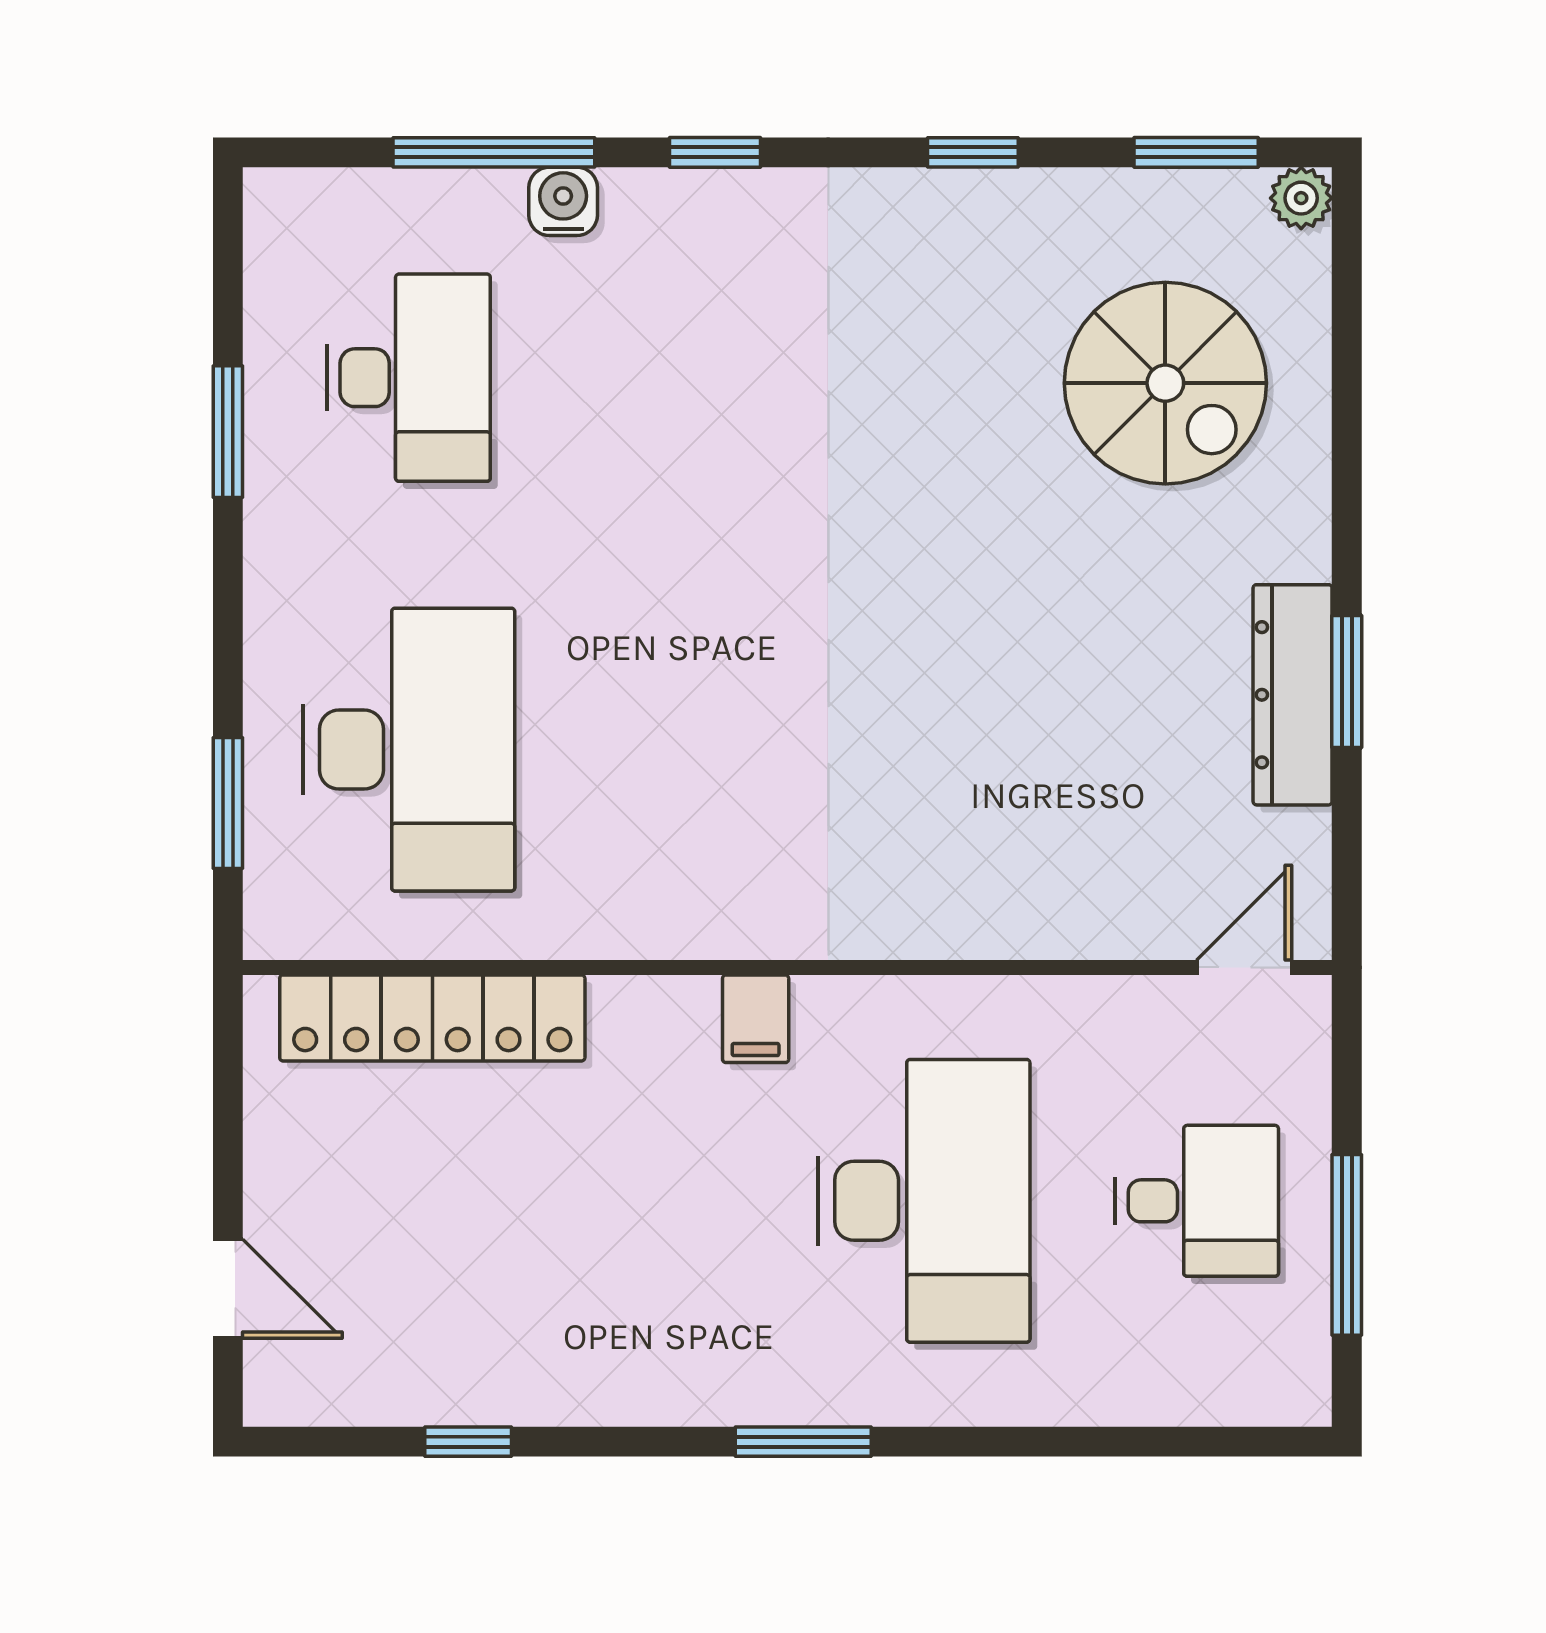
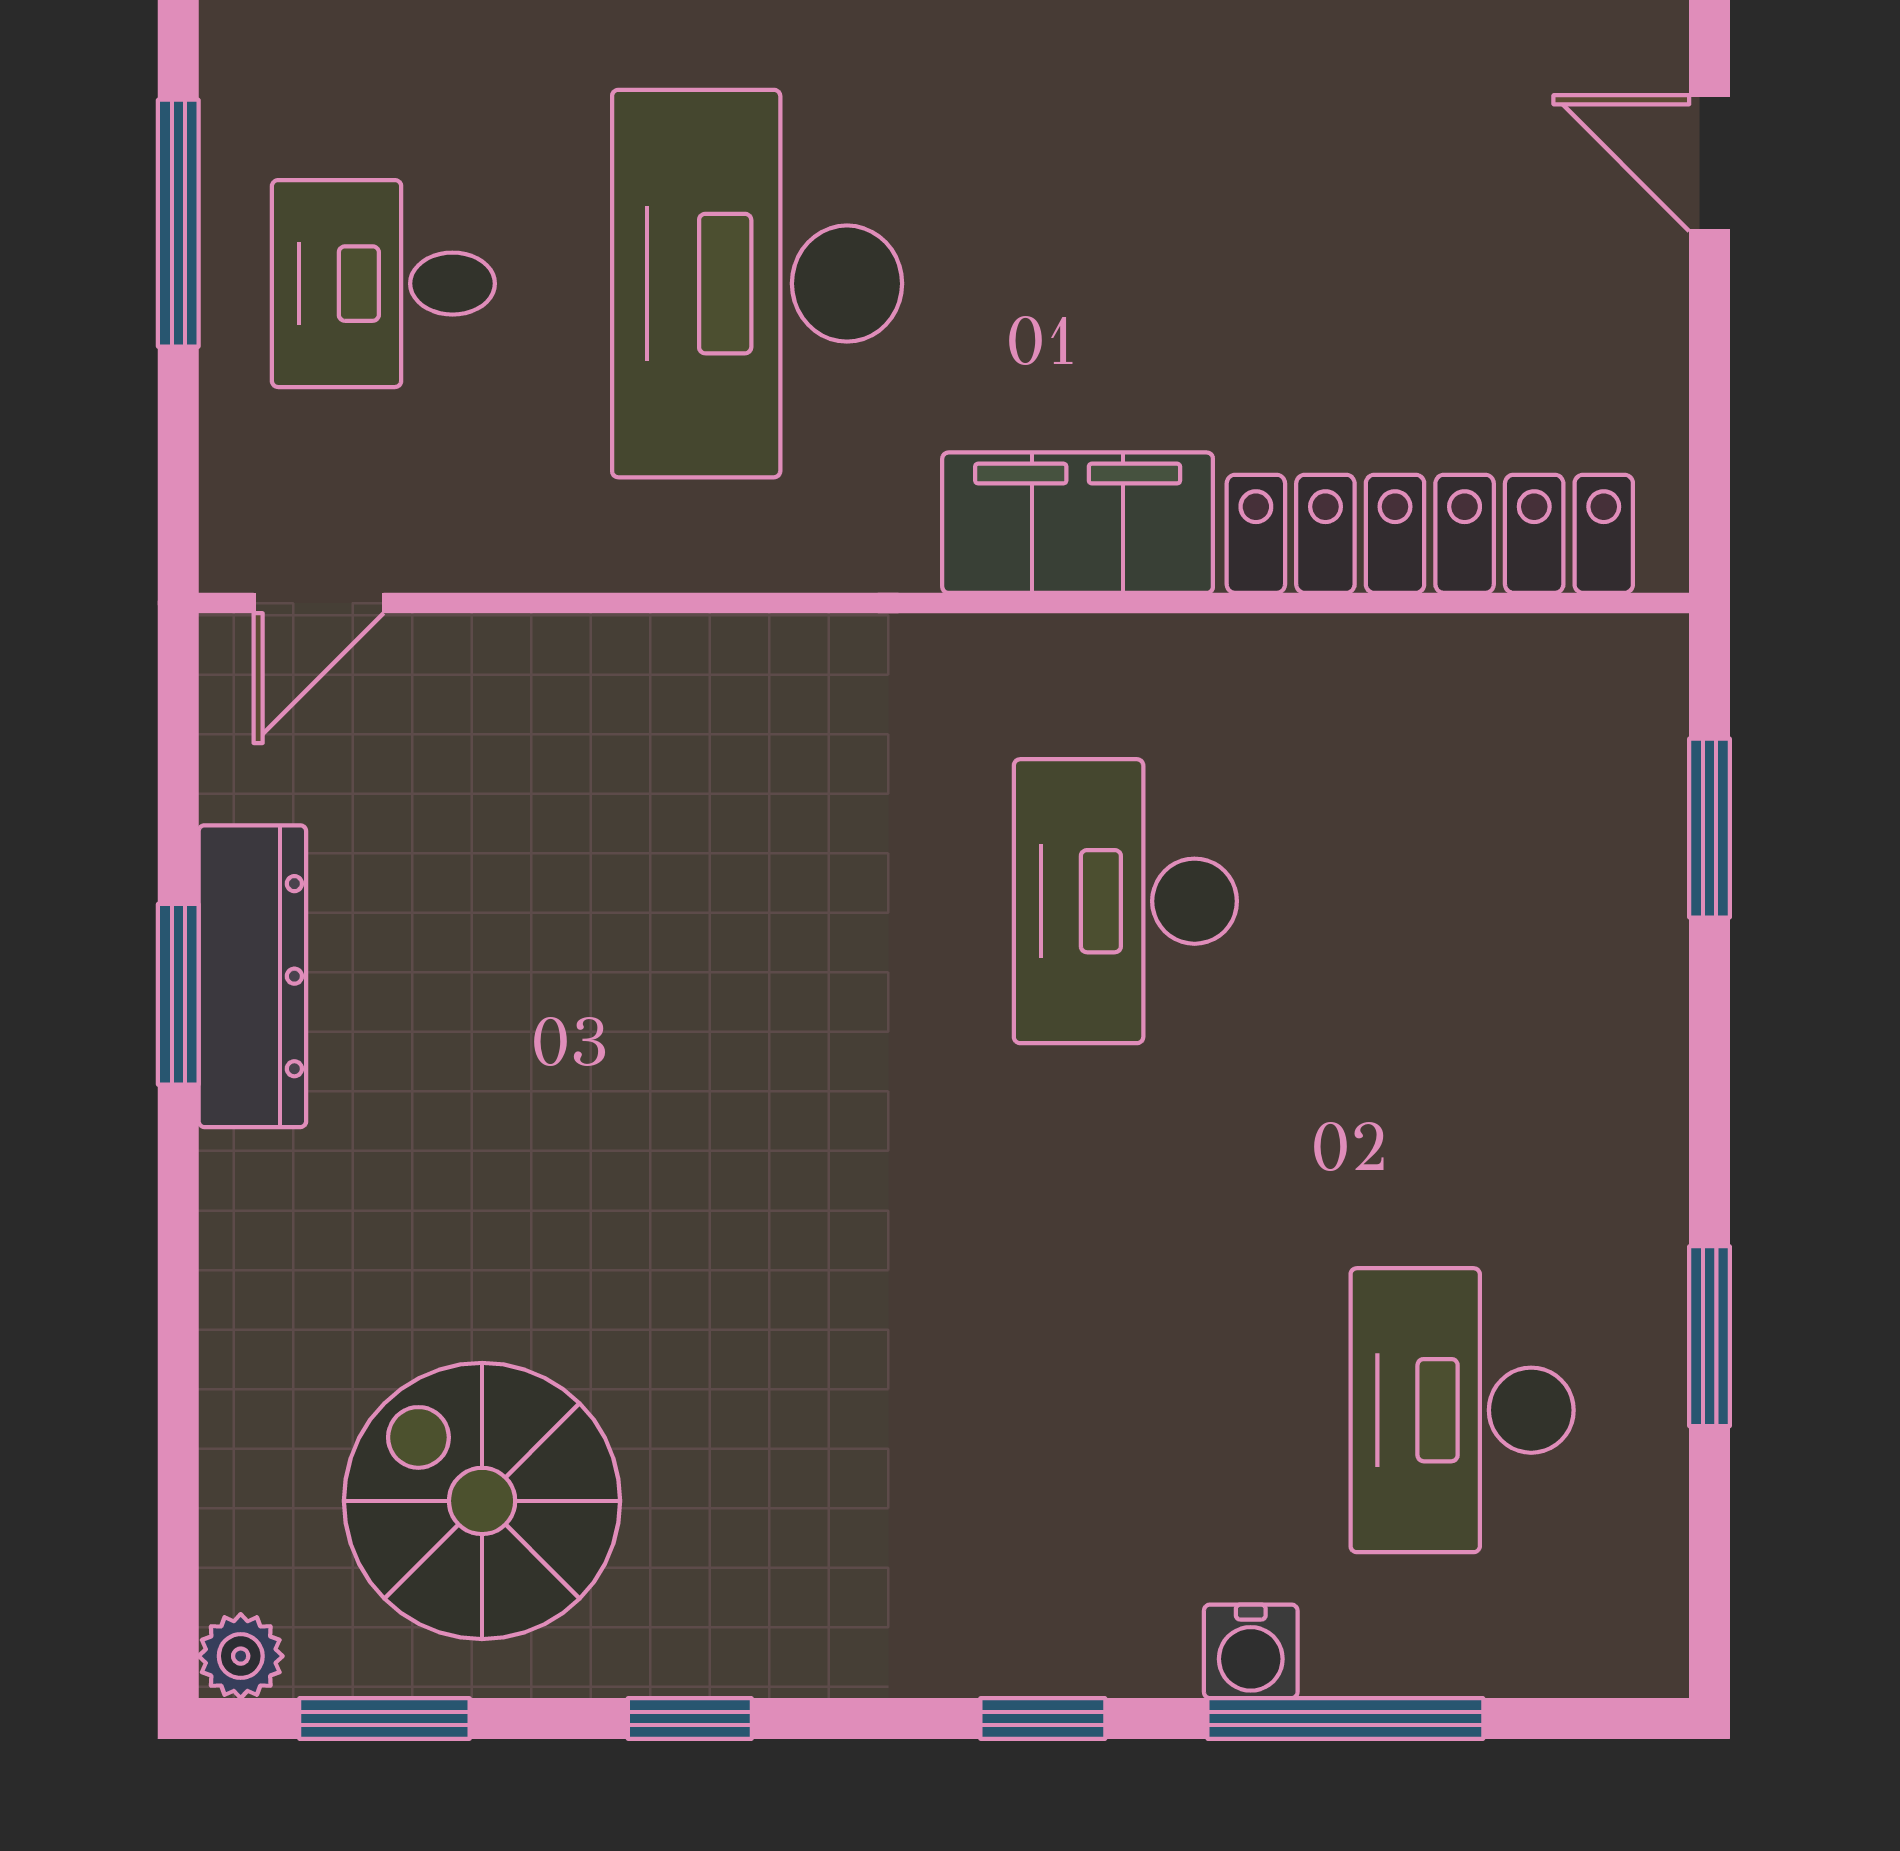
spiral stairs: (1165, 383) -> (482, 1501), moved
desk: (409, 750) -> (1125, 901), moved, width x0.73, depth x0.77
filing cabinet: (756, 1019) -> (1078, 523), width x3.00, depth x1.17

